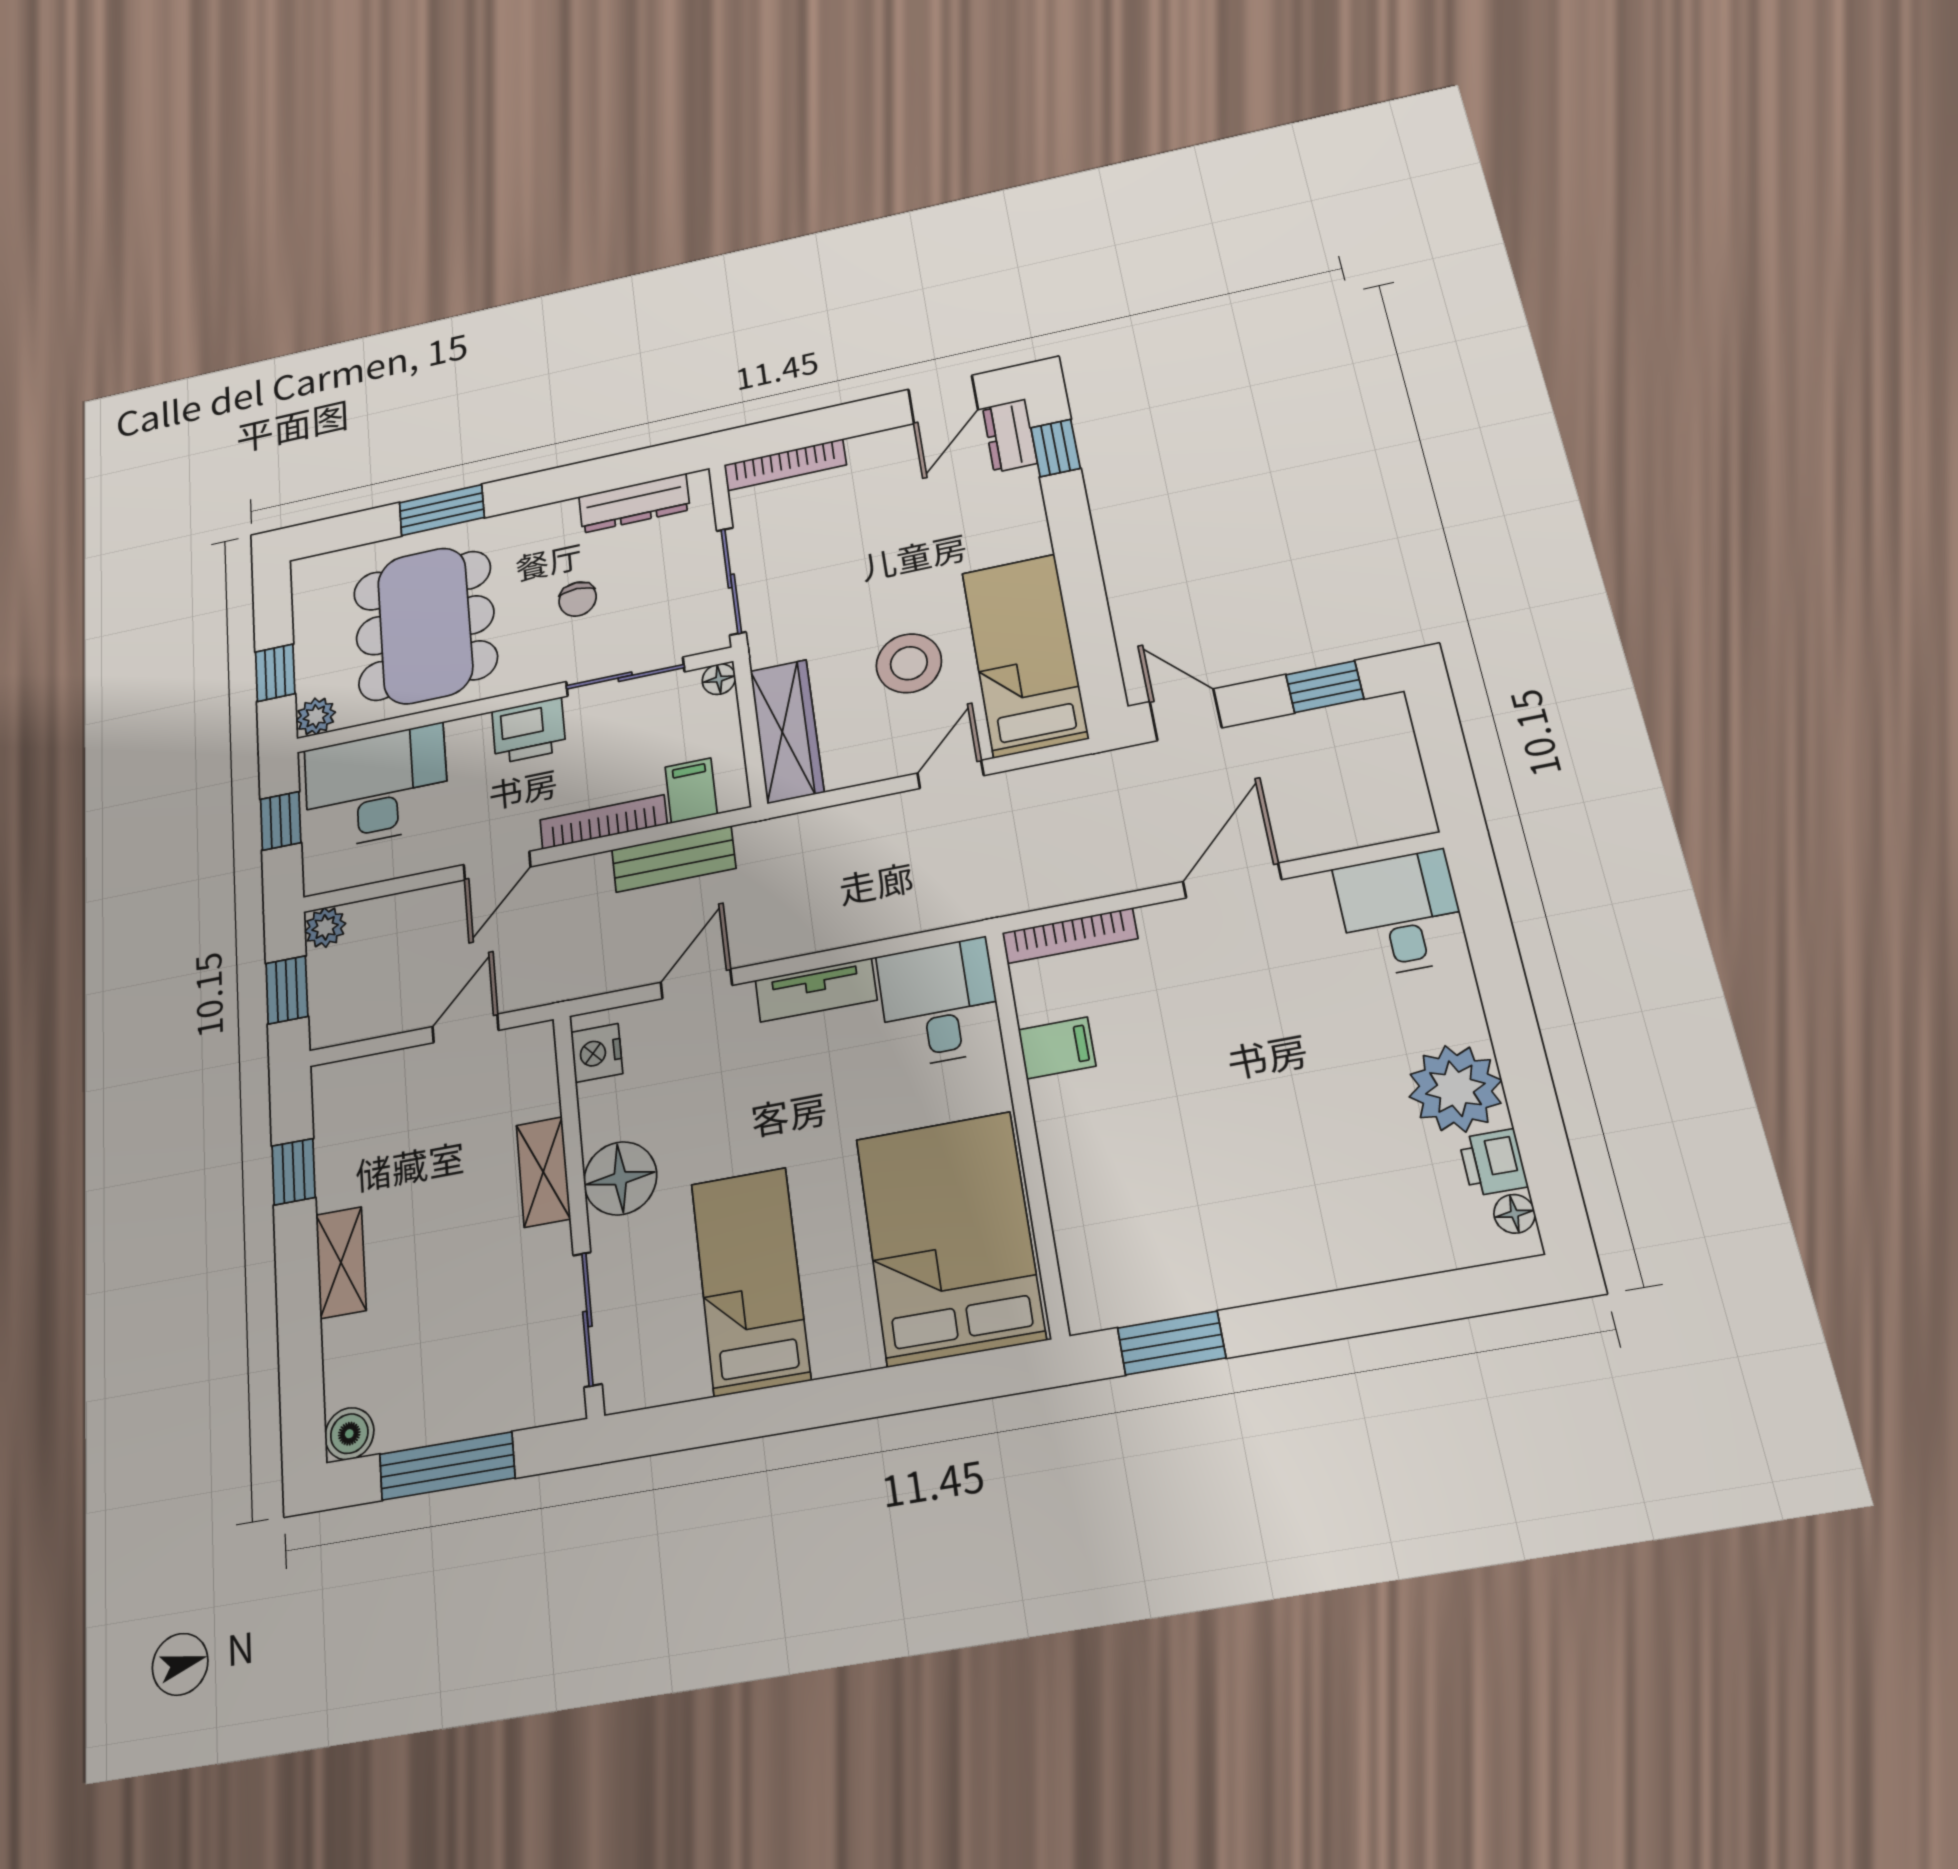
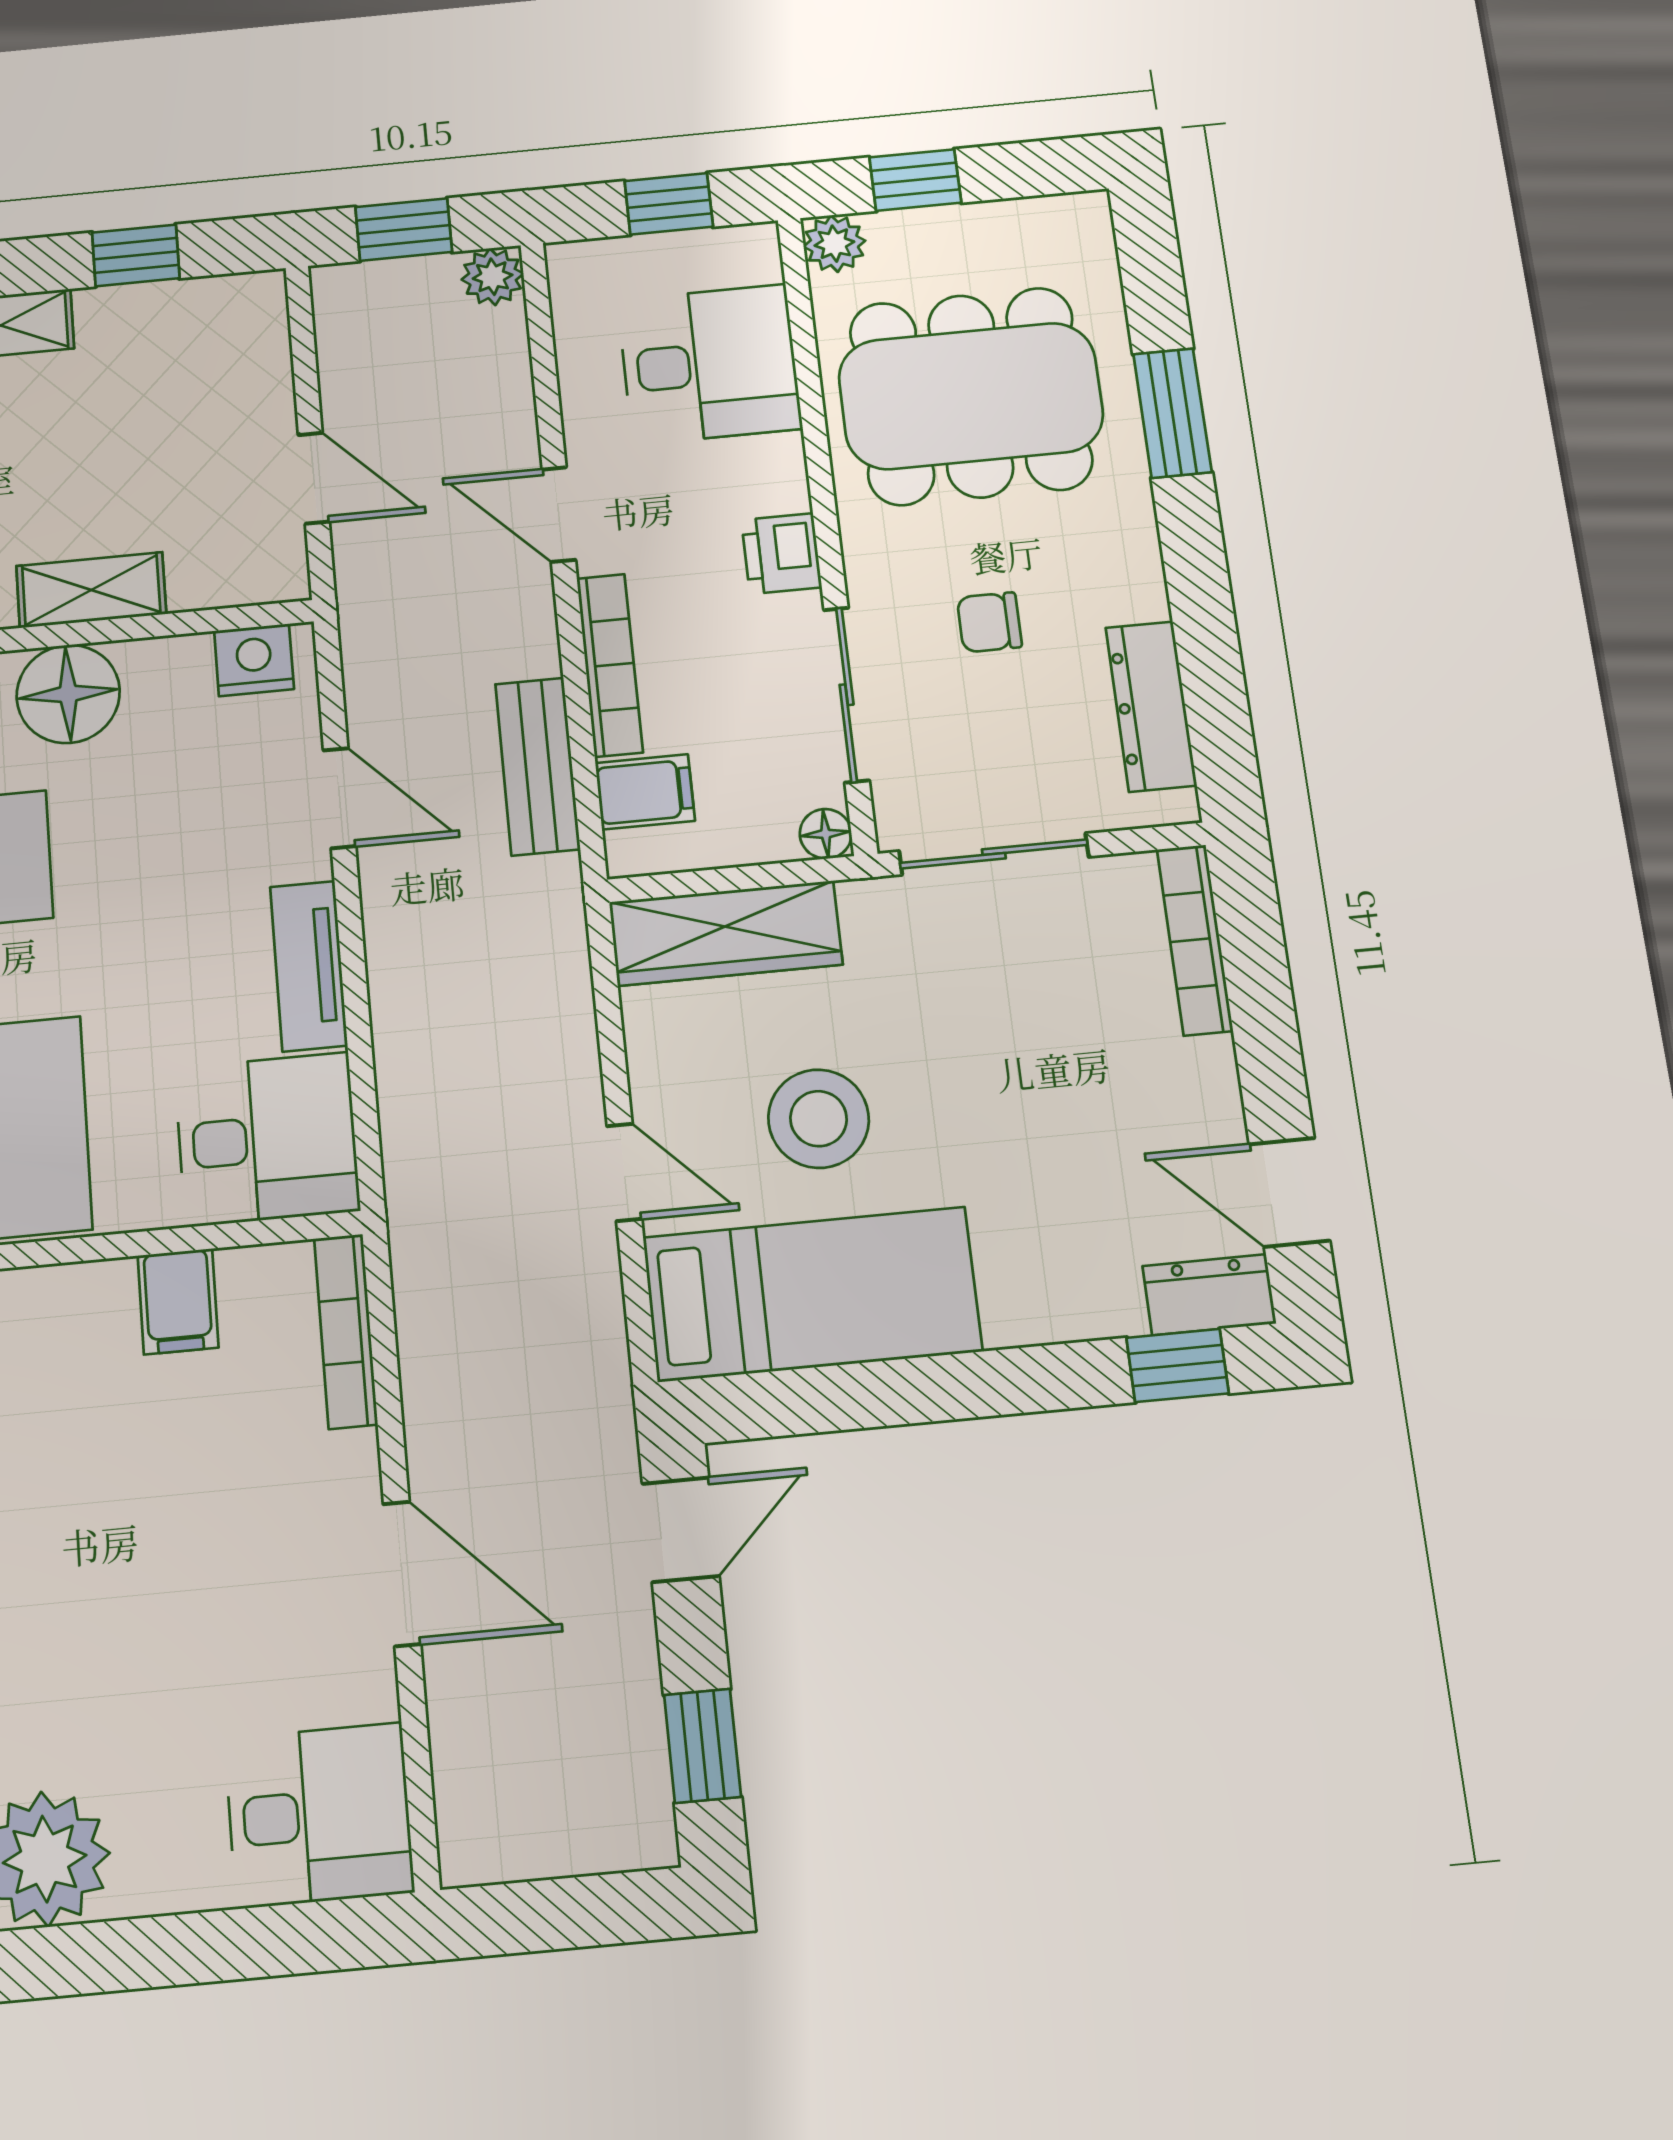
printer: (529, 731) -> (782, 554), width x0.73, depth x0.81
desk: (376, 787) -> (710, 364), width x0.73

